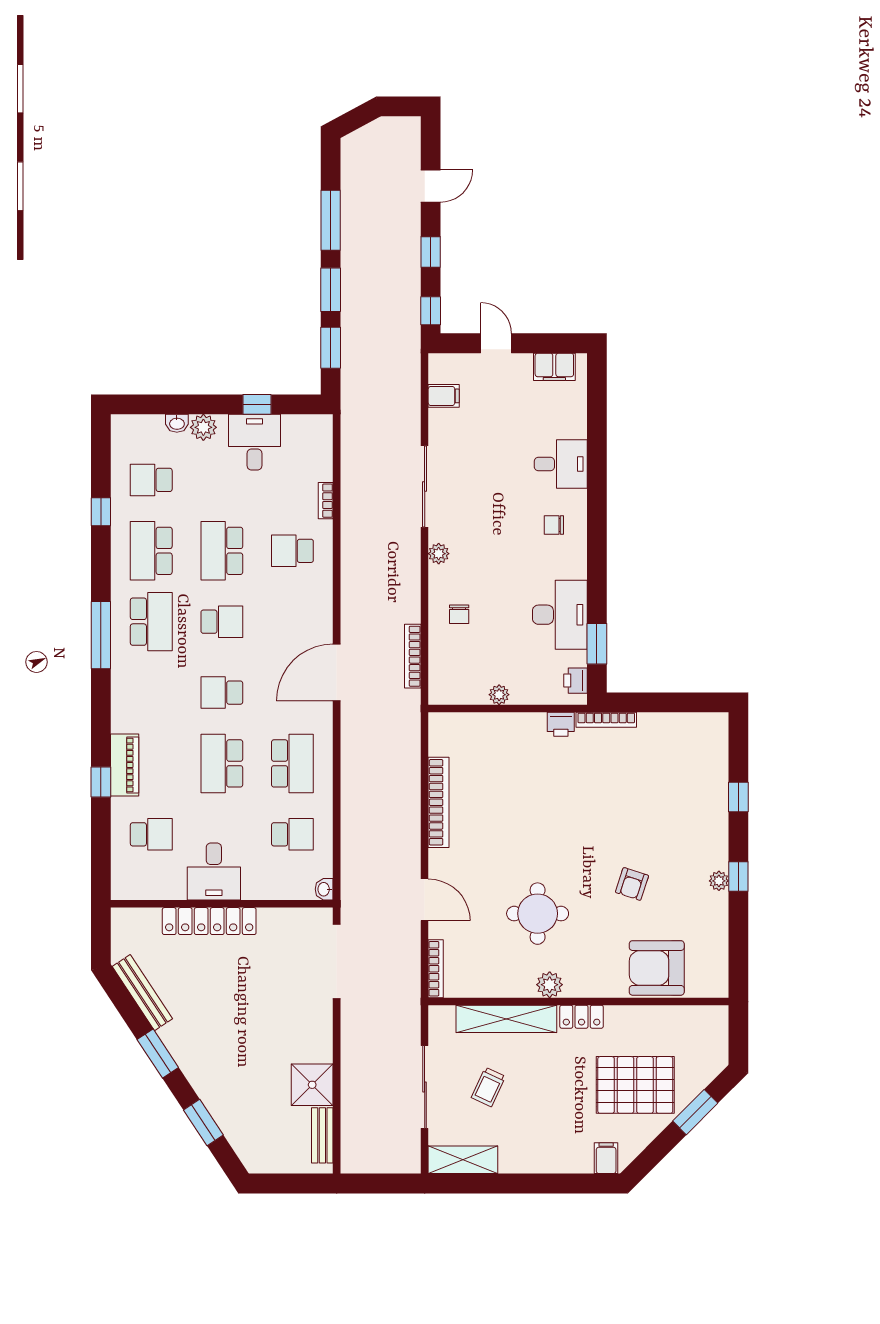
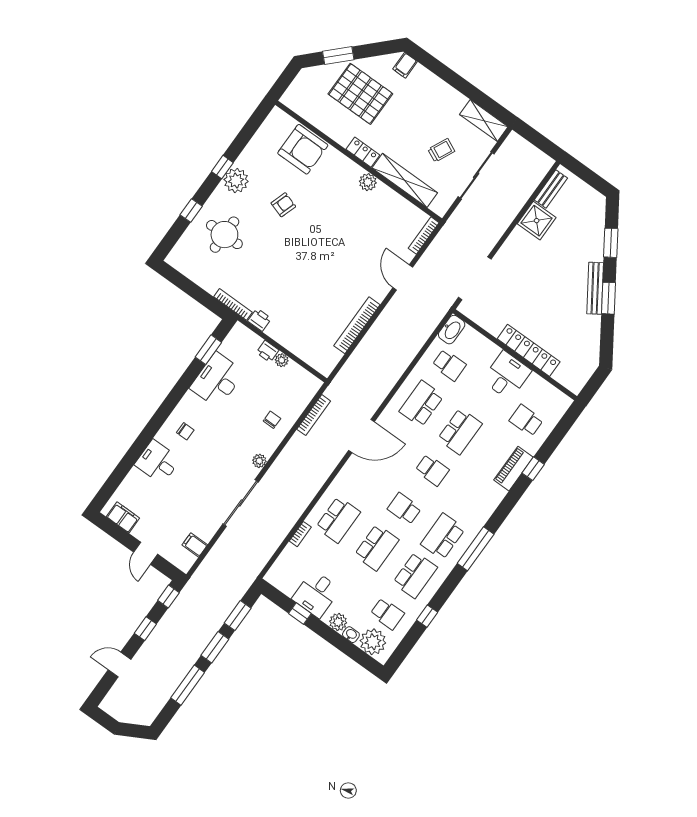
plant: (144, 434) -> (373, 642), added
school desk: (292, 551) -> (338, 520), width x1.85
printer: (575, 681) -> (268, 351), moved, turned 90
school desk: (292, 834) -> (449, 365), turned 180
plant: (719, 881) -> (236, 181), width x1.87, depth x1.87
washbasin: (324, 889) -> (452, 330), width x1.91, depth x1.45
round table: (538, 914) -> (224, 235), moved
bench: (142, 993) -> (595, 288), moved

